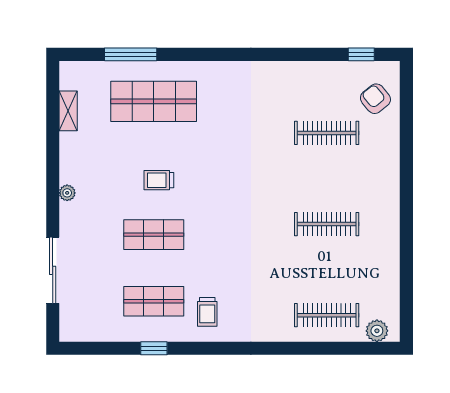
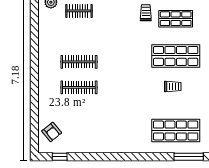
clothes rail: (327, 133) -> (79, 87), moved
shop shelf: (154, 235) -> (176, 56), width x1.43, depth x1.36
clothes rail: (327, 315) -> (79, 11), width x0.73

